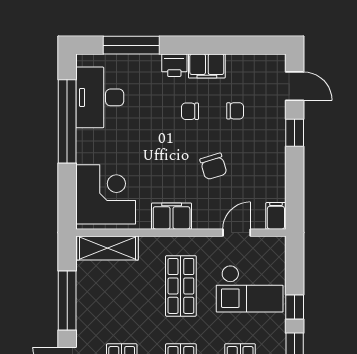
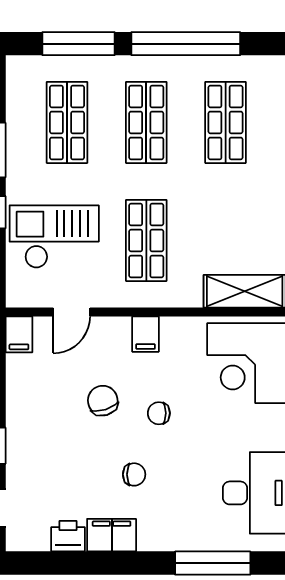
printer: (174, 65) -> (68, 536), moved
chair: (235, 111) -> (159, 413), moved
filing cabinet: (172, 216) -> (146, 334), width x0.50

